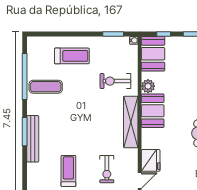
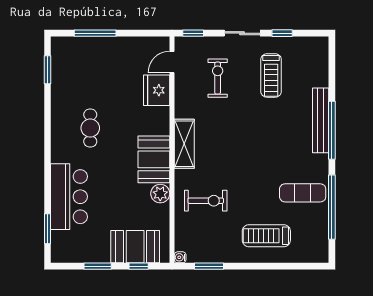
booth: (153, 54) -> (135, 247), moved, turned 90
shelving: (131, 122) -> (184, 144), width x0.68
window: (25, 132) -> (332, 130), width x1.46

